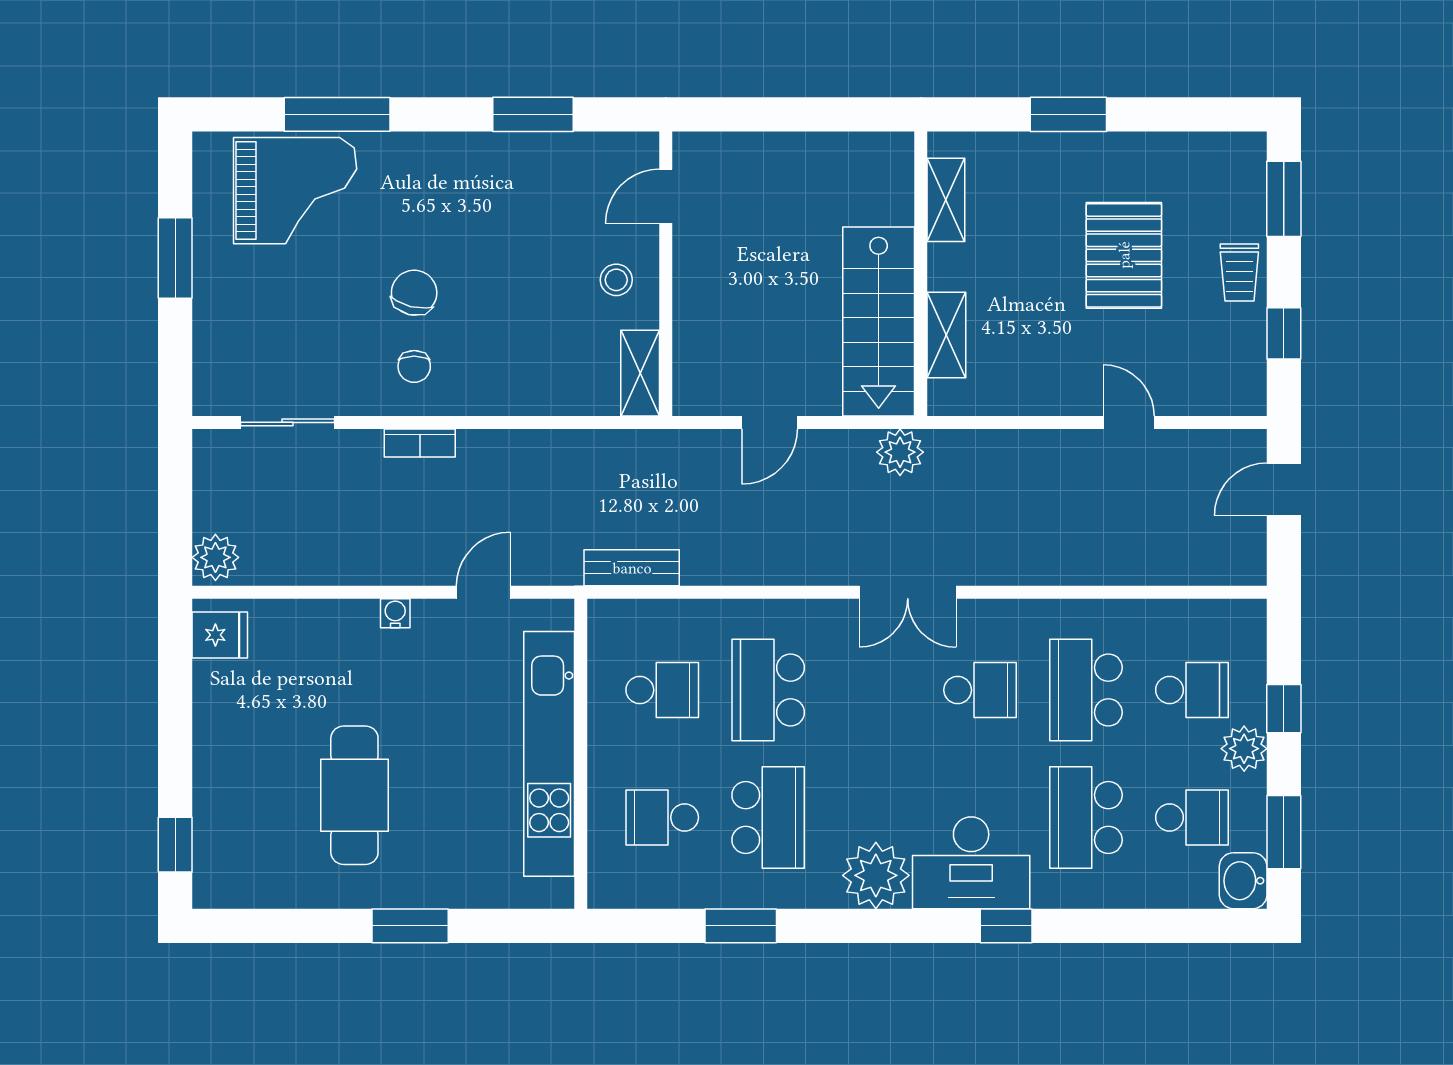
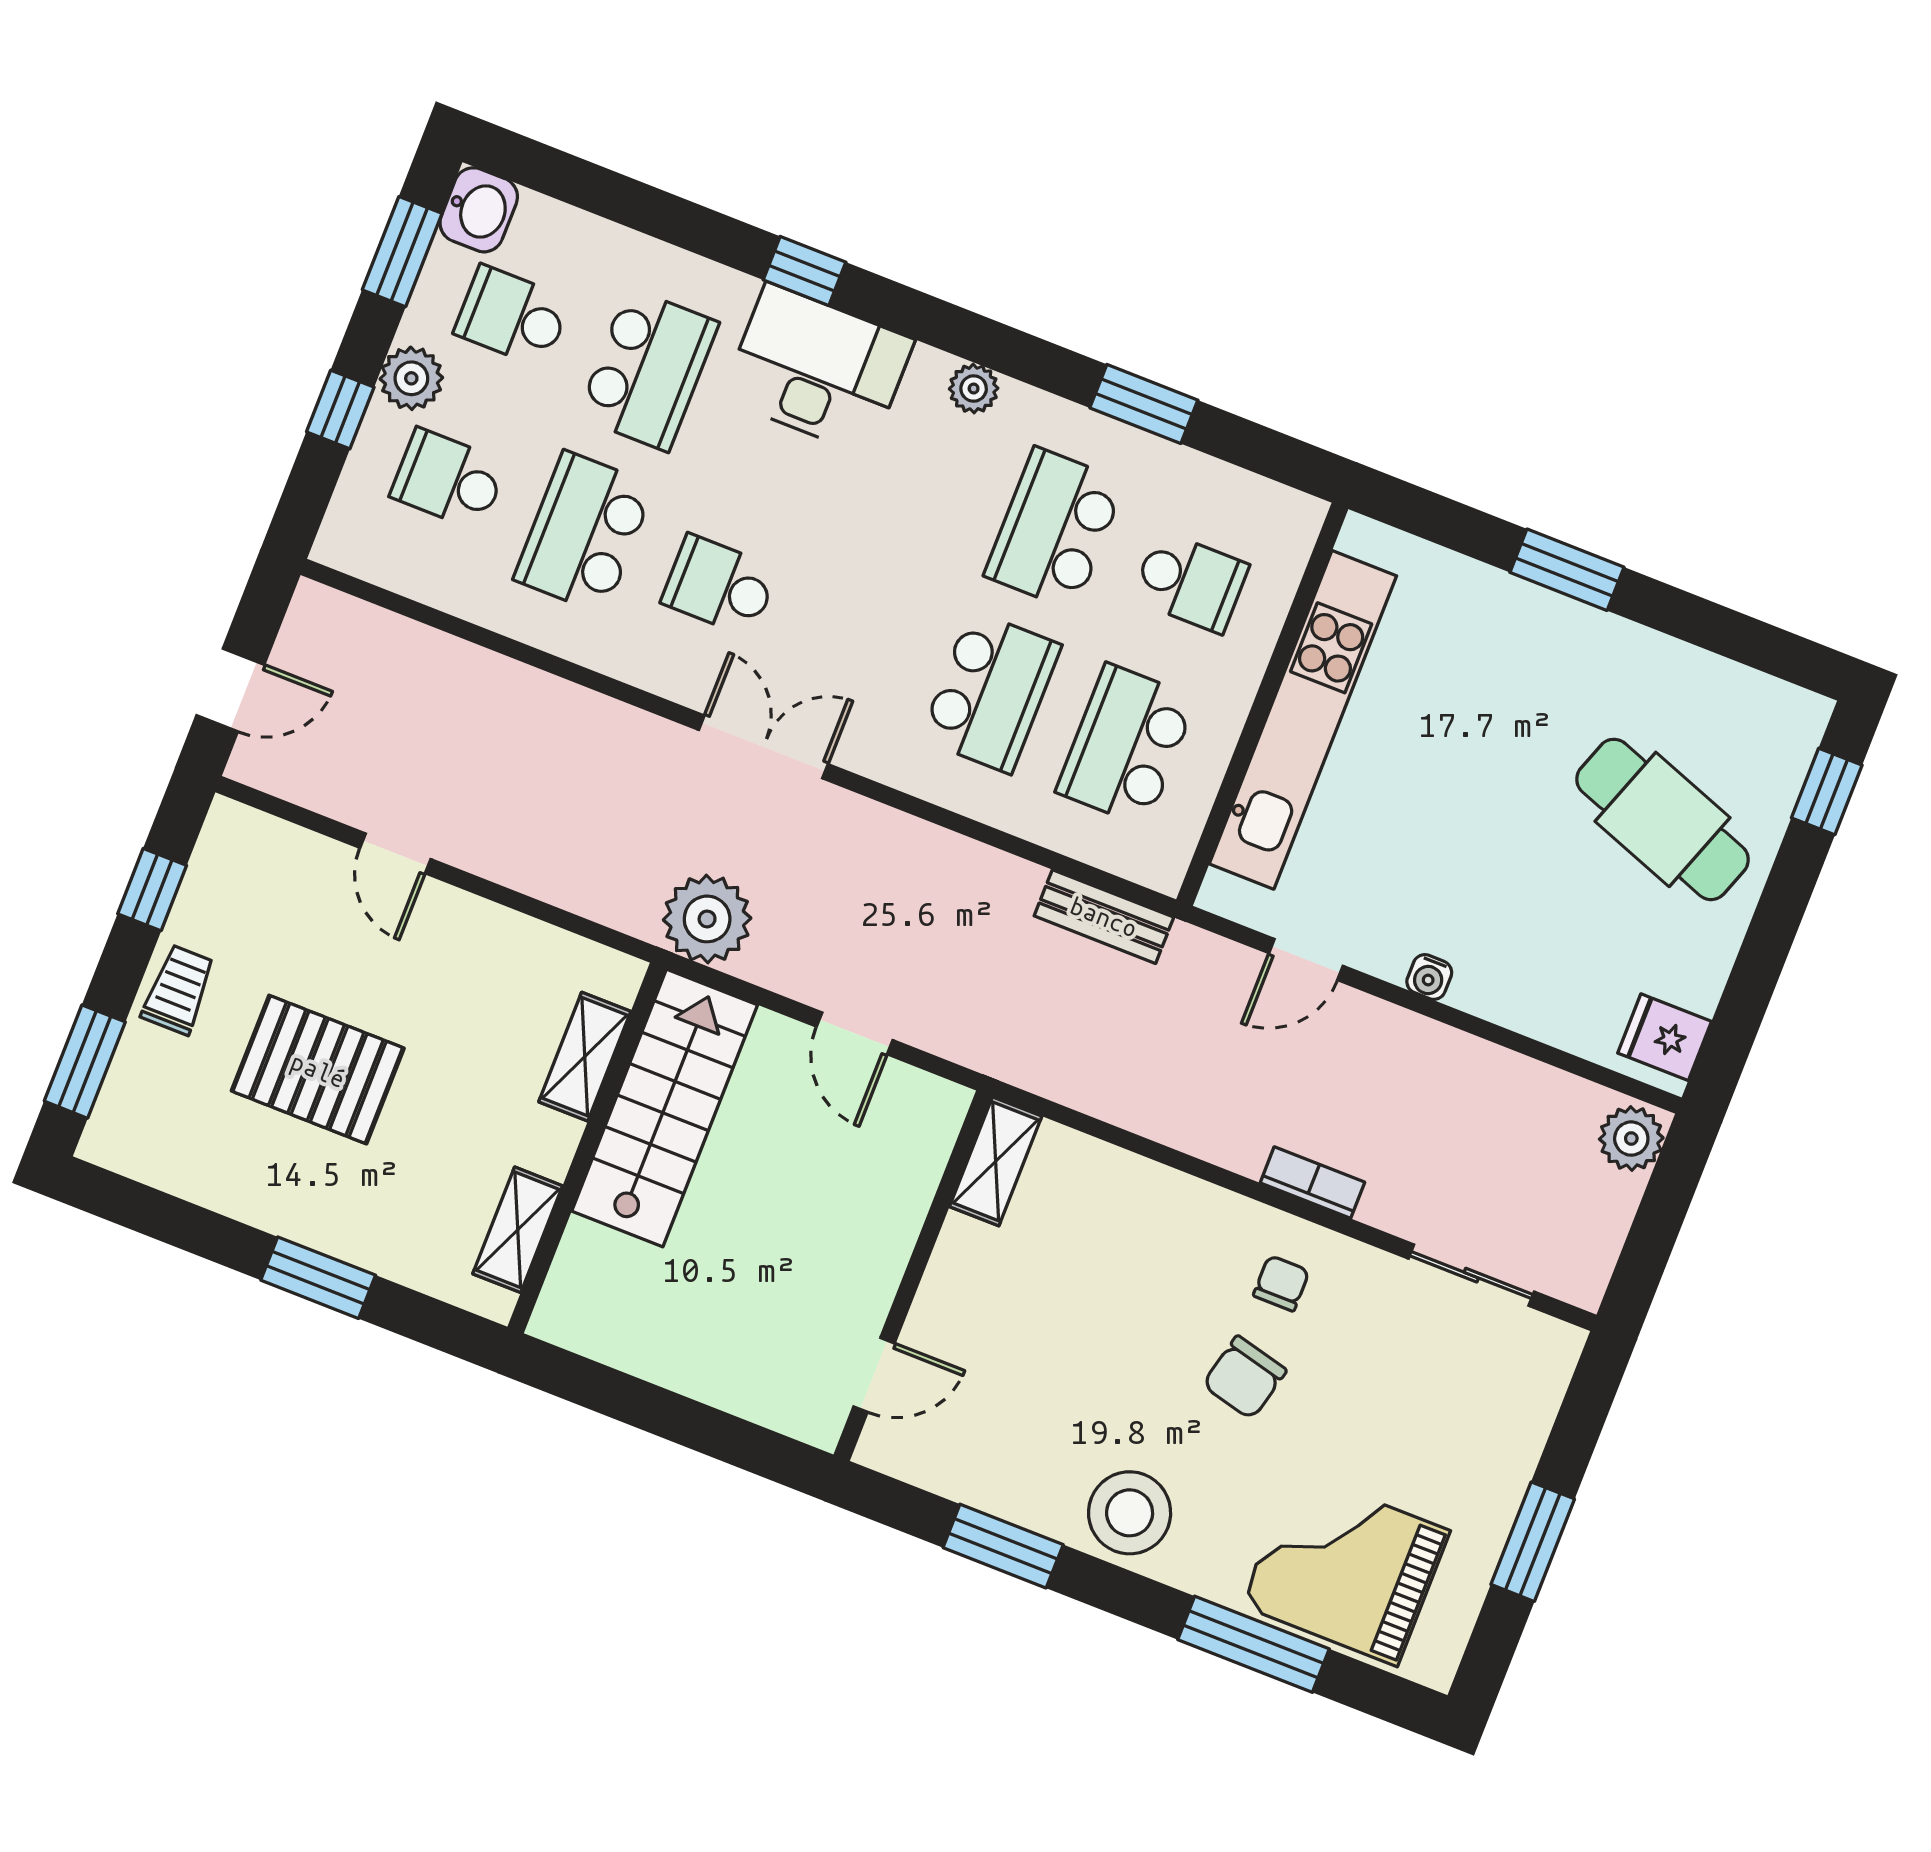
pallet: (1124, 255) -> (318, 1070), turned 90
stool: (616, 280) -> (1130, 1513), moved, width x1.89, depth x1.89
door: (770, 422) -> (855, 1033), swing flipped
plant: (900, 452) -> (707, 919), width x1.36, depth x1.36
school desk: (662, 690) -> (1126, 745), width x1.85
school desk: (1086, 690) -> (584, 533), turned 180
cafe table: (354, 795) -> (1662, 819), moved, turned -70
plant: (876, 875) -> (974, 389), width x0.53, depth x0.53

